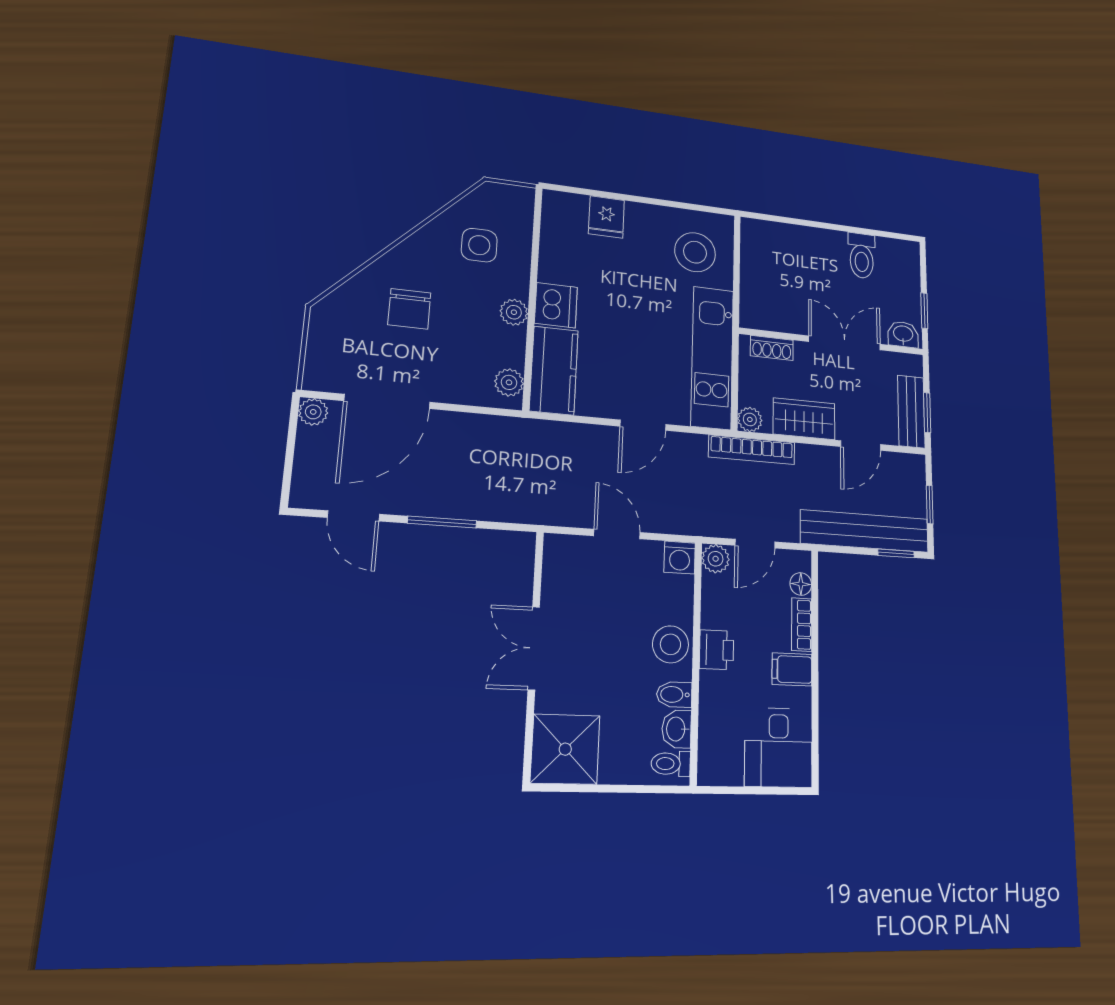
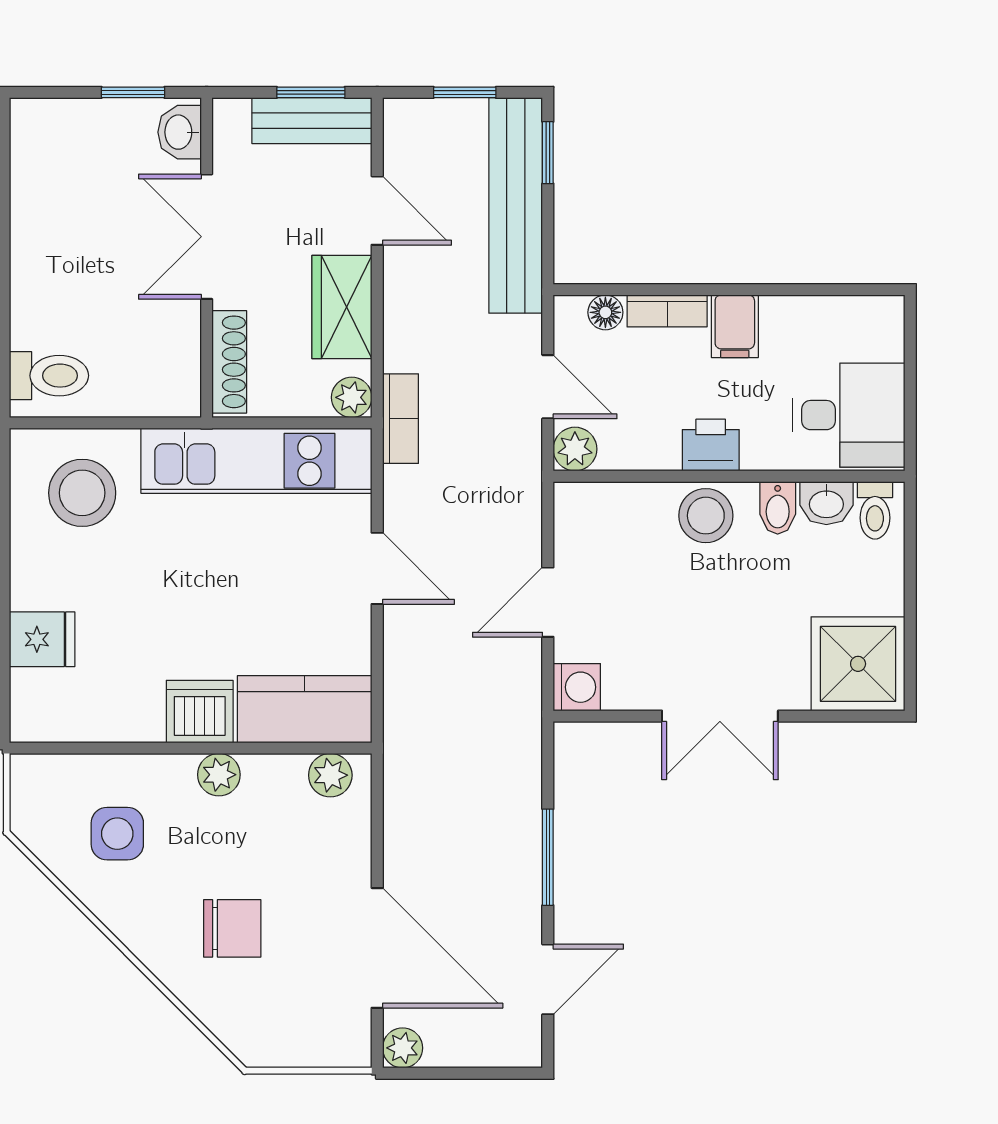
toilet: (862, 256) -> (49, 376), moved
shoe rack: (772, 348) -> (229, 362), width x1.43
bookcase: (752, 450) -> (400, 419), width x0.64
washing machine: (680, 558) -> (577, 687), moved
desk: (779, 747) -> (849, 415), moved

